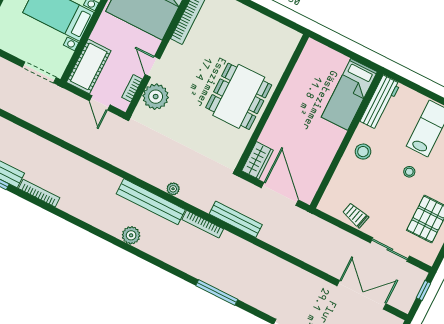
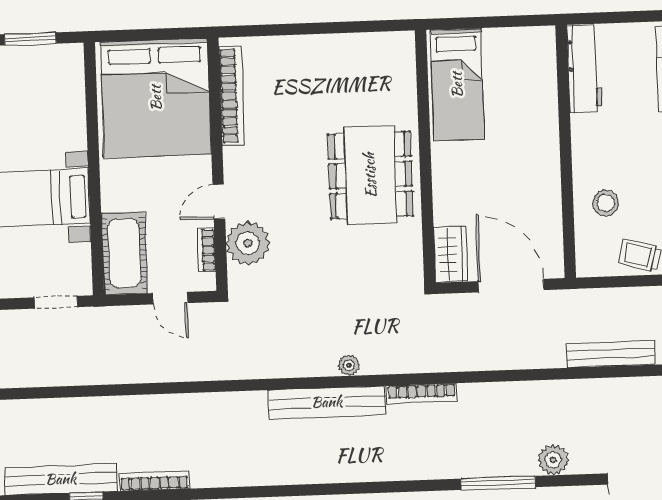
door: (152, 67) -> (219, 202), hinge flipped
doorway: (39, 72) -> (56, 302), width x0.73
bed: (349, 94) -> (457, 85), moved
stool: (363, 152) -> (606, 203), moved
bench: (236, 219) -> (610, 354), moved
plant: (131, 235) -> (553, 460), moved

